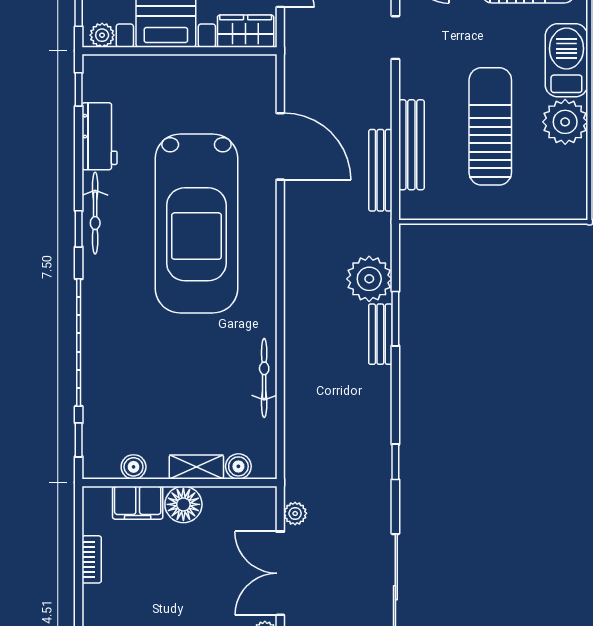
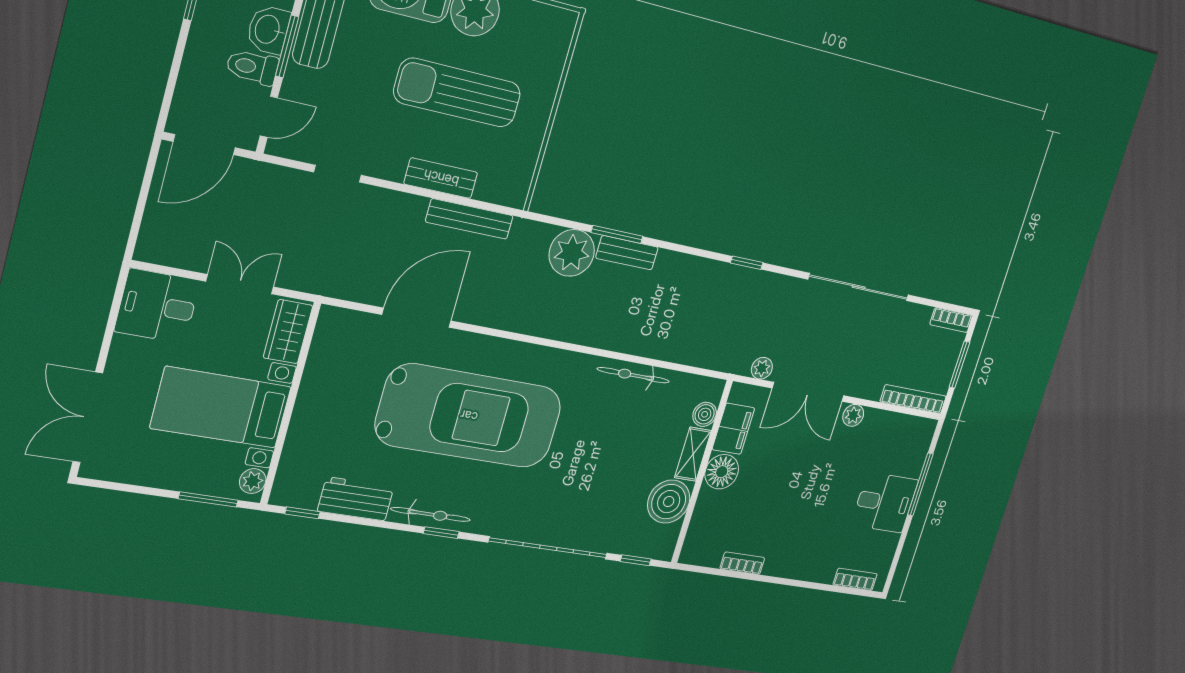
bench: (411, 145) -> (441, 178), width x0.73
boiler: (134, 467) -> (669, 502), width x1.86, depth x1.86
filing cabinet: (138, 503) -> (733, 429), moved

